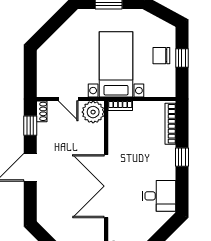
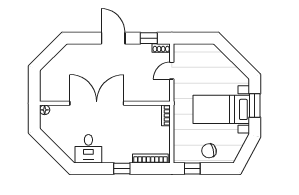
chair: (161, 56) -> (209, 151), turned -103
window: (182, 58) -> (192, 168), moved
bed with nightstands: (116, 64) -> (221, 109), moved, turned 180
plant: (93, 112) -> (161, 92), removed

